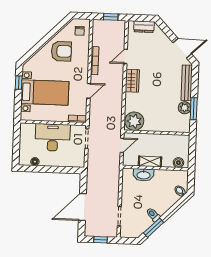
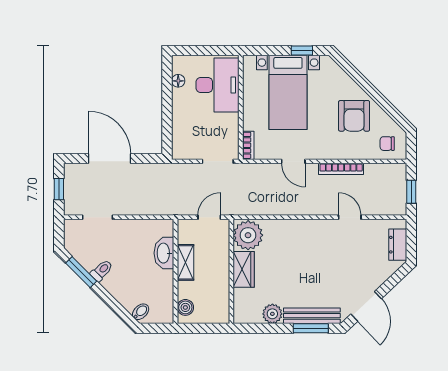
wardrobe: (132, 81) -> (244, 269), moved, turned -90
window: (194, 109) -> (311, 328), moved
desk: (53, 137) -> (218, 85), moved
door: (122, 145) -> (209, 217), swing flipped

